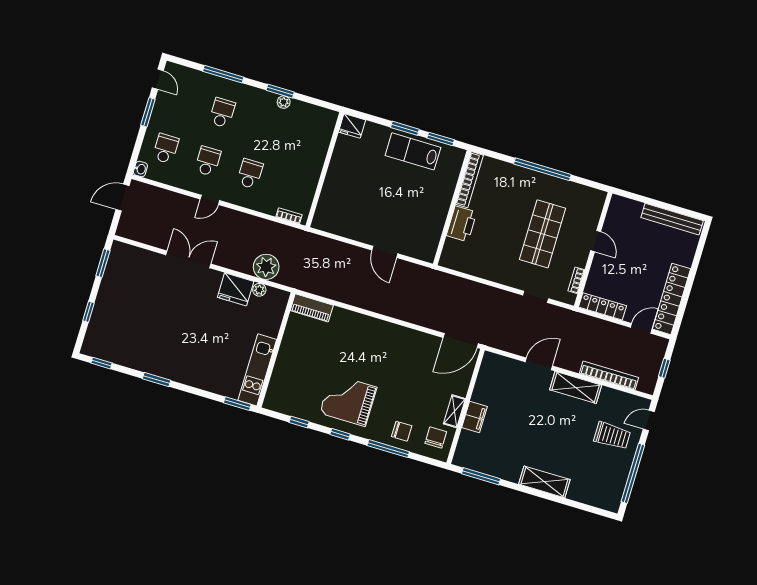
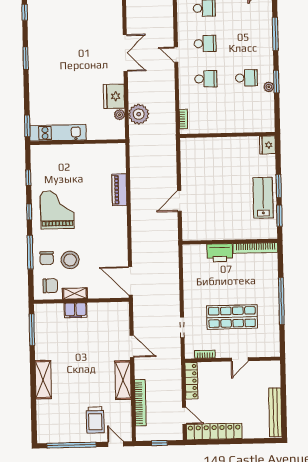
school desk: (222, 113) -> (246, 78), moved
piano: (312, 308) -> (119, 190), moved
stool: (413, 404) -> (70, 260), added

